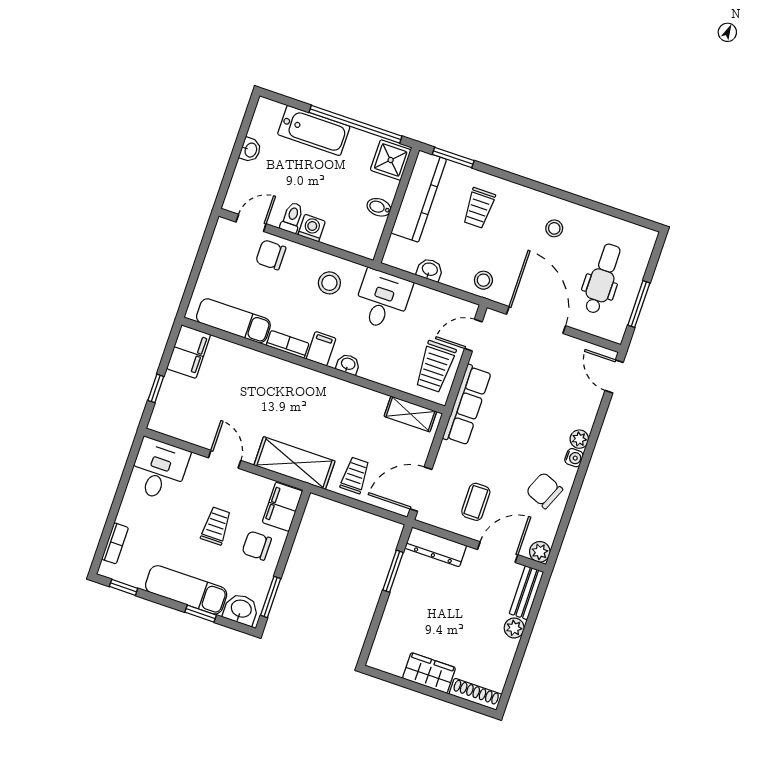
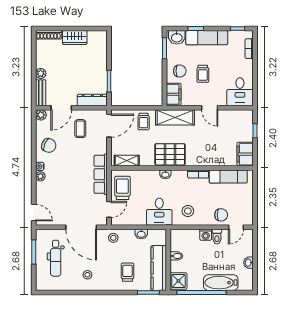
filing cabinet: (321, 349) -> (181, 178), removed
pallet: (327, 398) -> (170, 154), added

